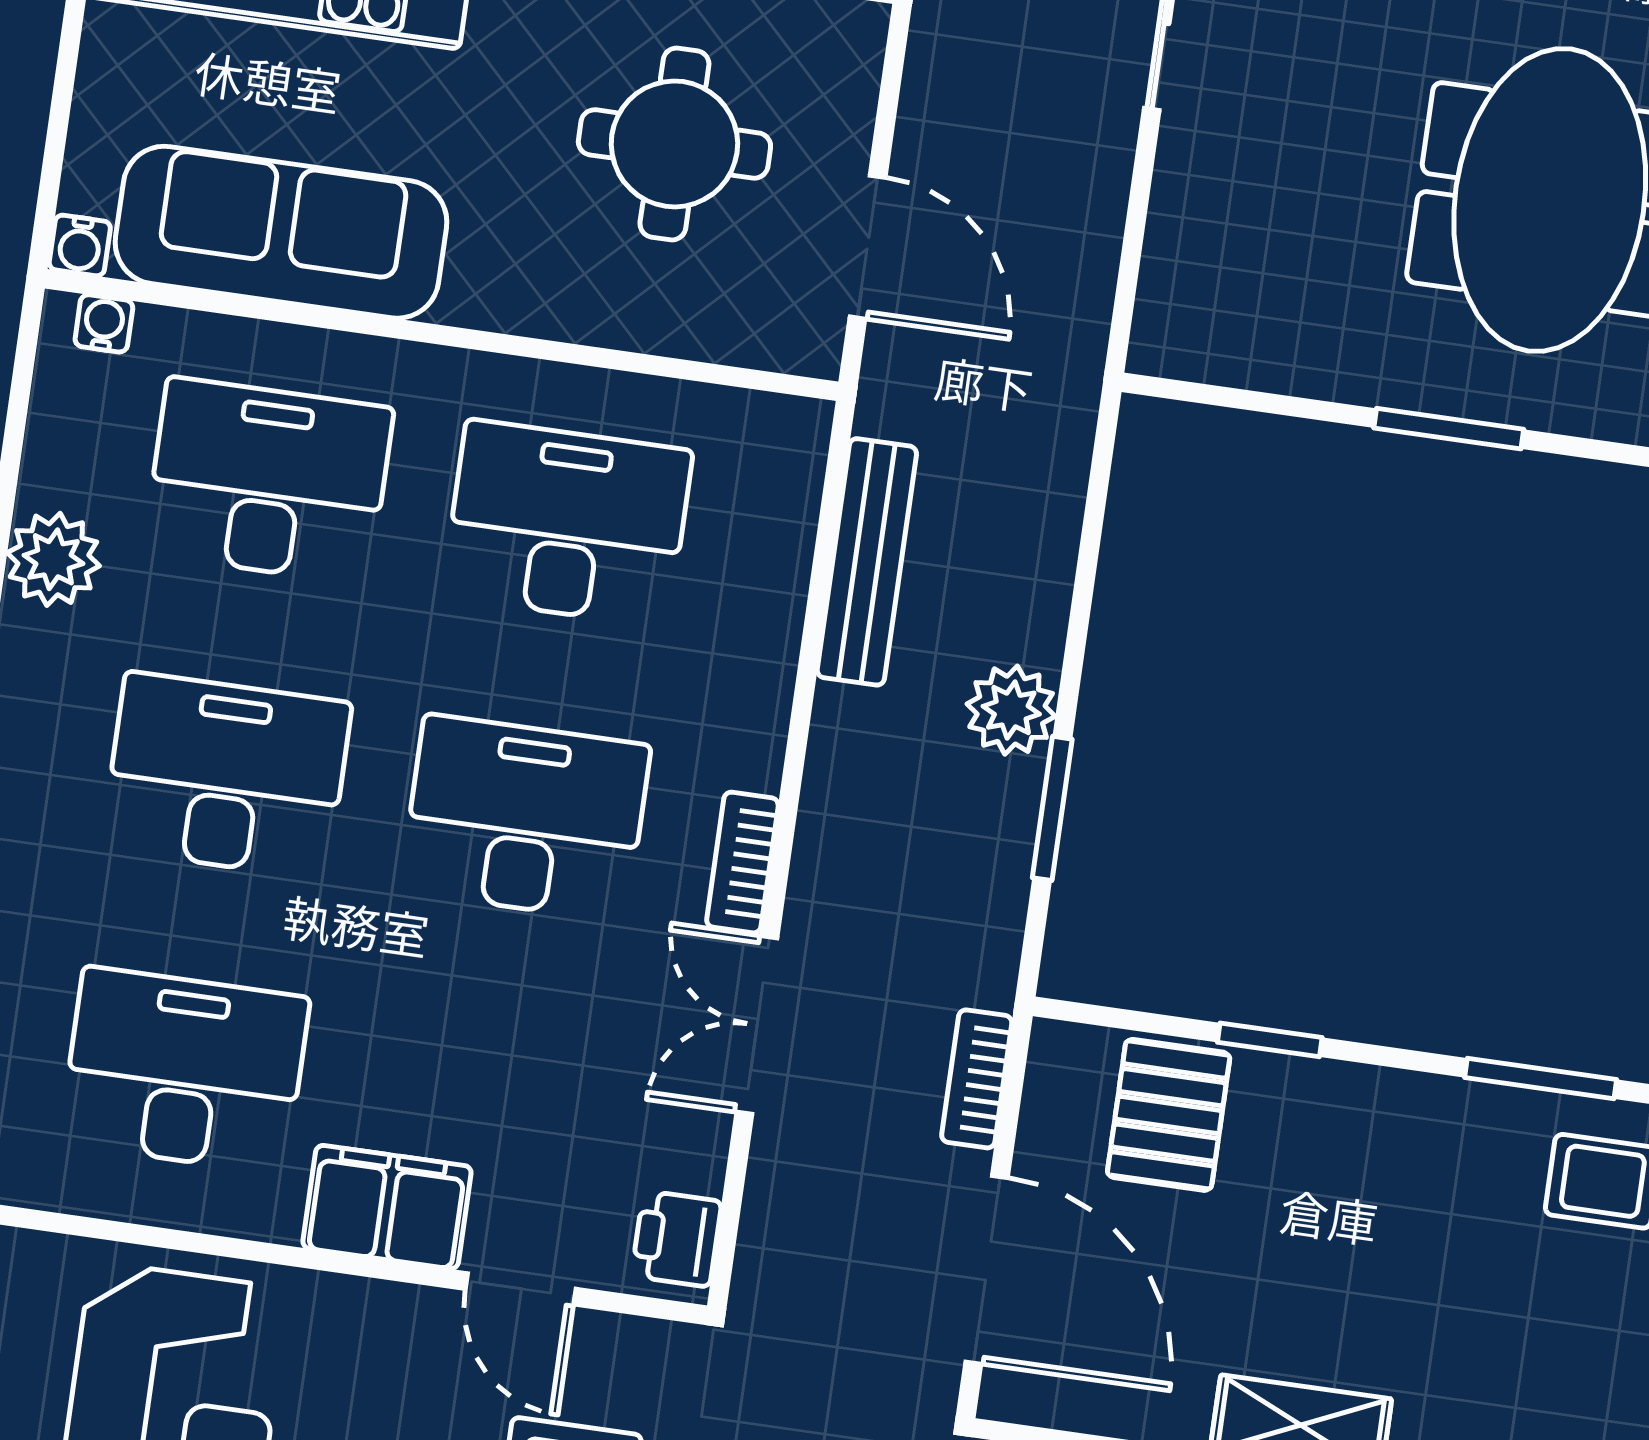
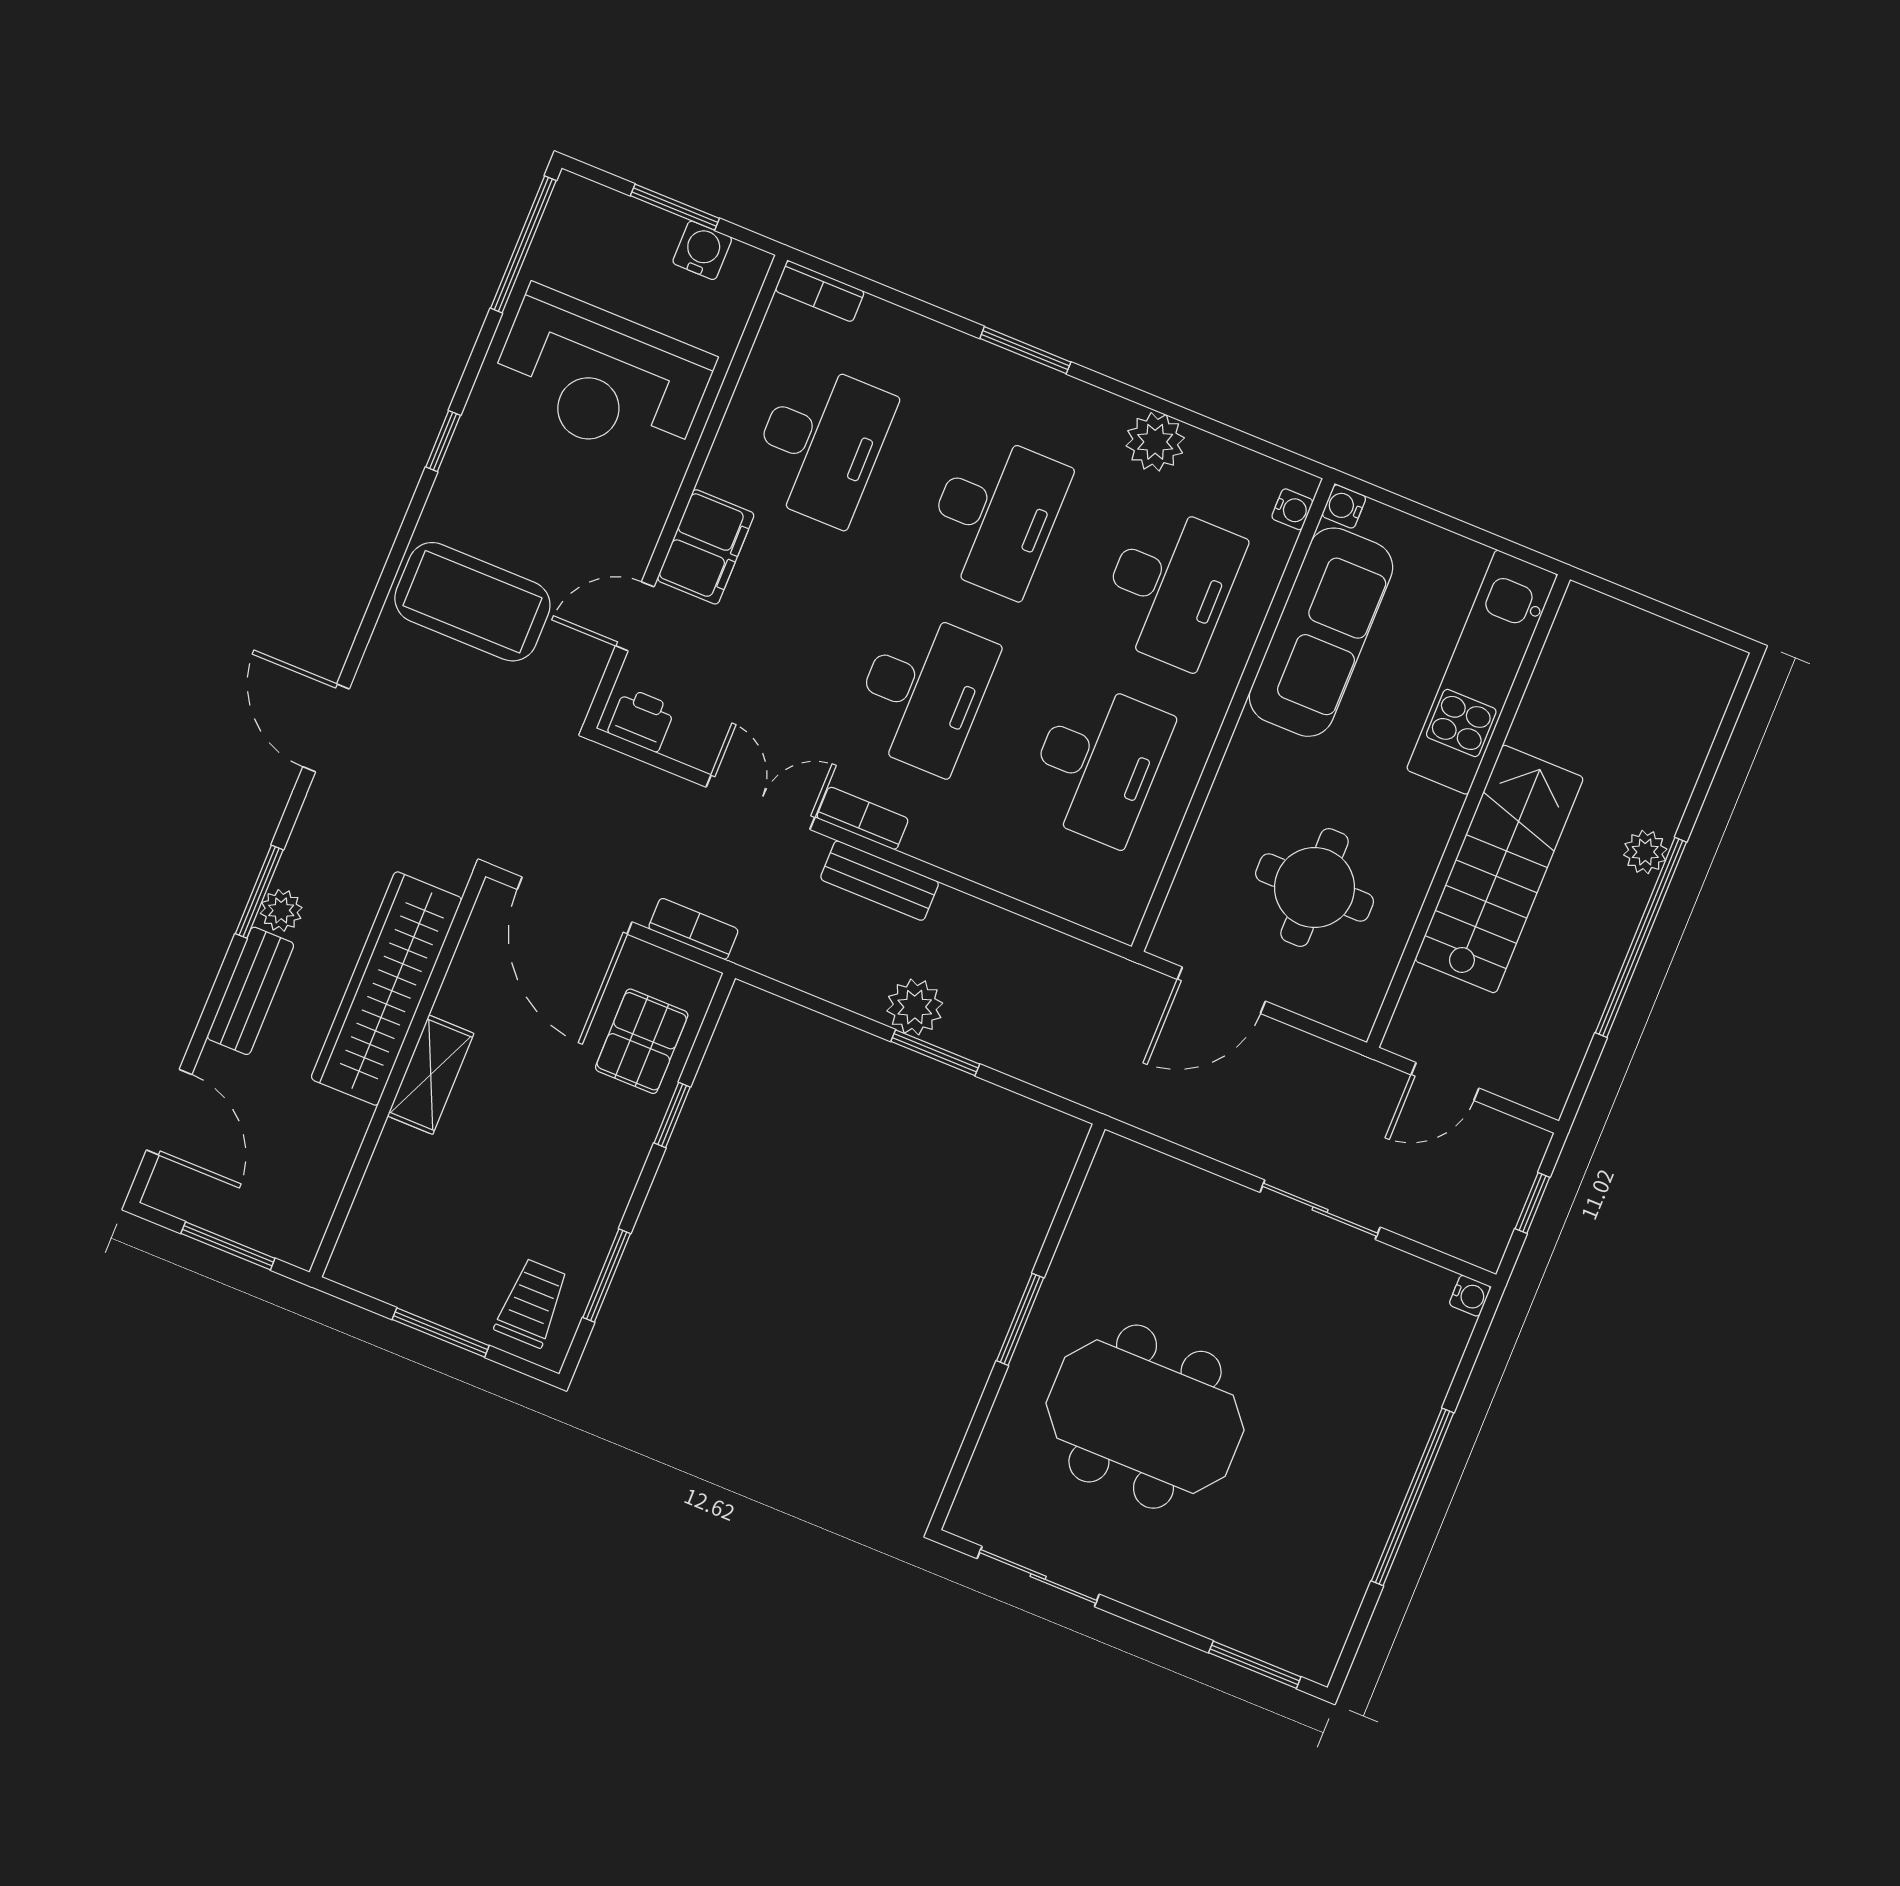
bench: (867, 562) -> (880, 881), moved, width x0.73
window: (1052, 808) -> (935, 1053), moved
pallet: (1169, 1115) -> (642, 1041), turned 90
door: (987, 1270) -> (575, 906), hinge flipped

